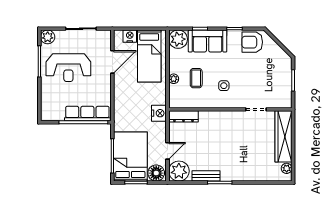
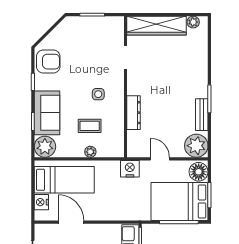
armchair: (252, 42) -> (48, 62), turned -90
dresser: (183, 116) -> (134, 113), moved
door: (167, 151) -> (160, 159), moved

